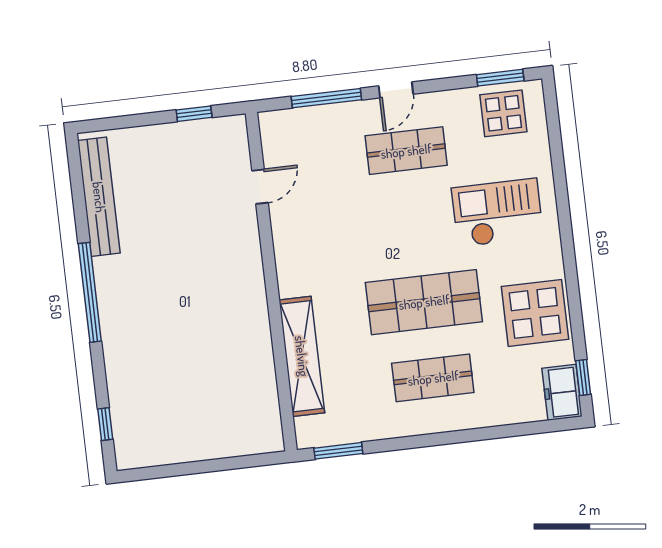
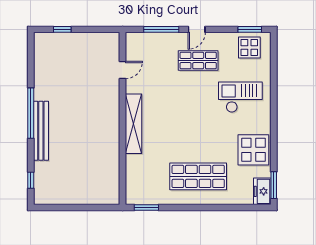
window: (194, 114) -> (62, 29), moved
bench: (99, 197) -> (41, 131), moved
shop shelf: (424, 302) -> (198, 138), removed
shelving: (302, 356) -> (134, 124), moved
window: (583, 377) -> (274, 185), width x1.50
shop shelf: (433, 378) -> (198, 176), width x1.43, depth x1.36

